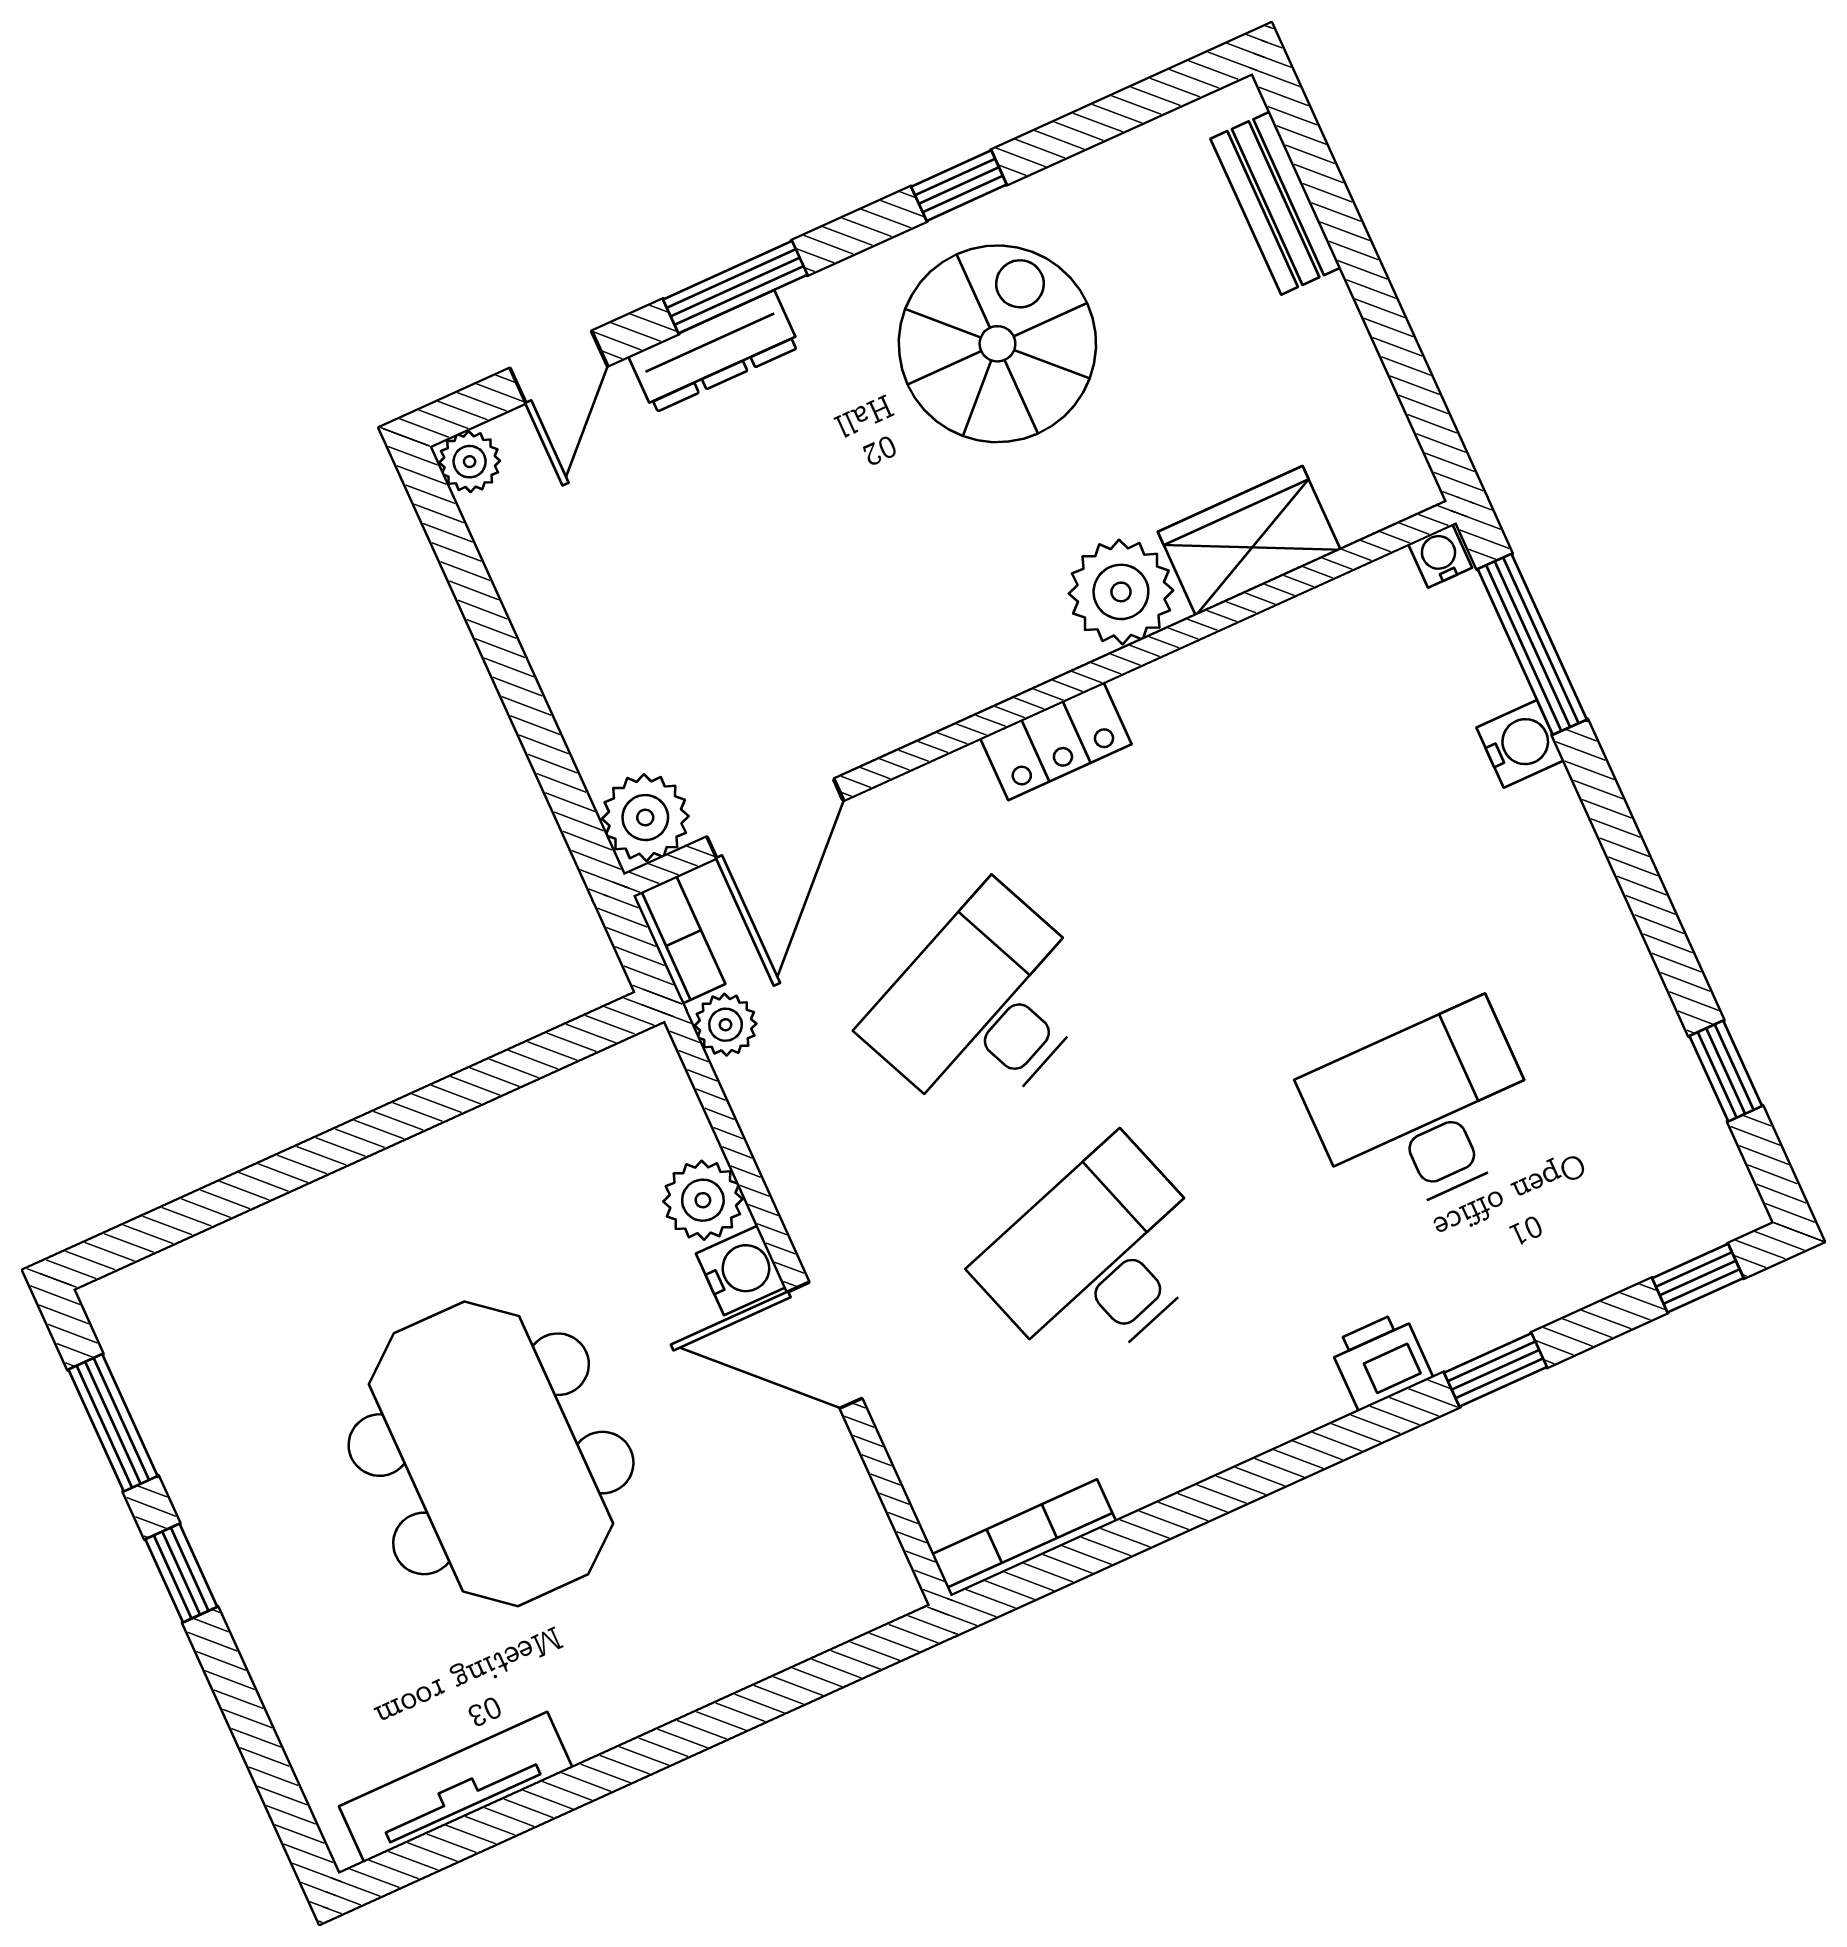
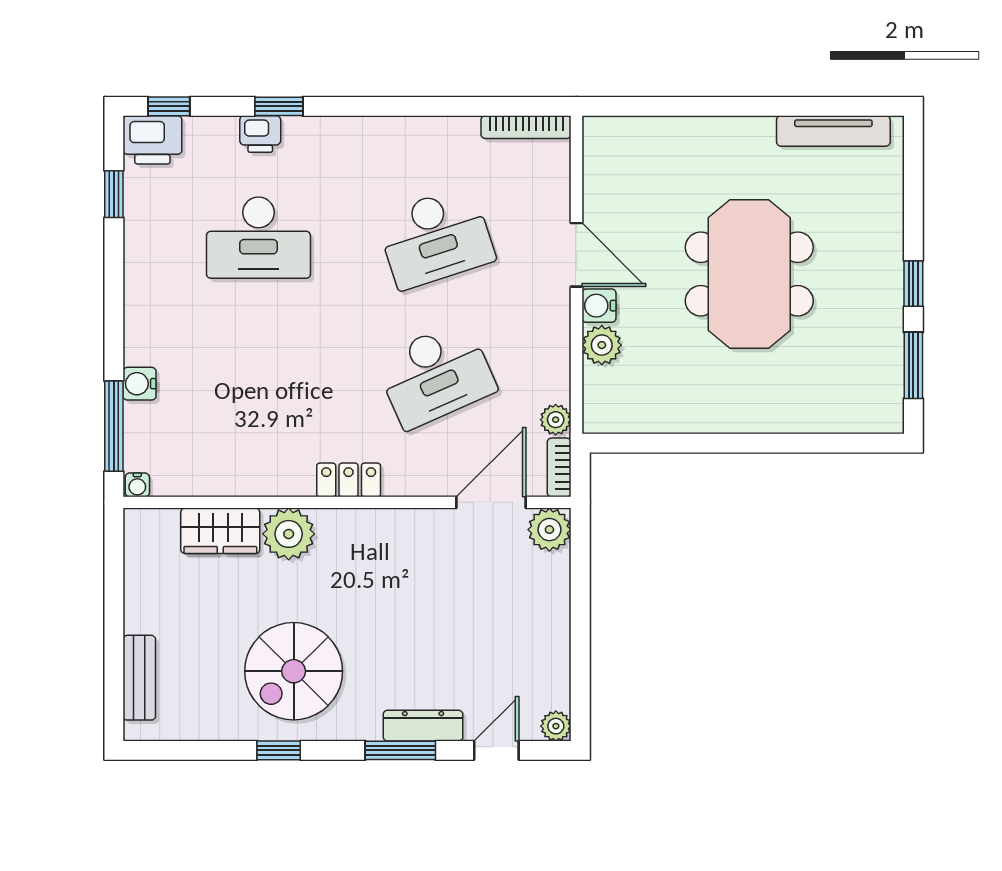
printer: (1700, 1203) -> (152, 140), added
printer: (1381, 1361) -> (260, 134), moved

